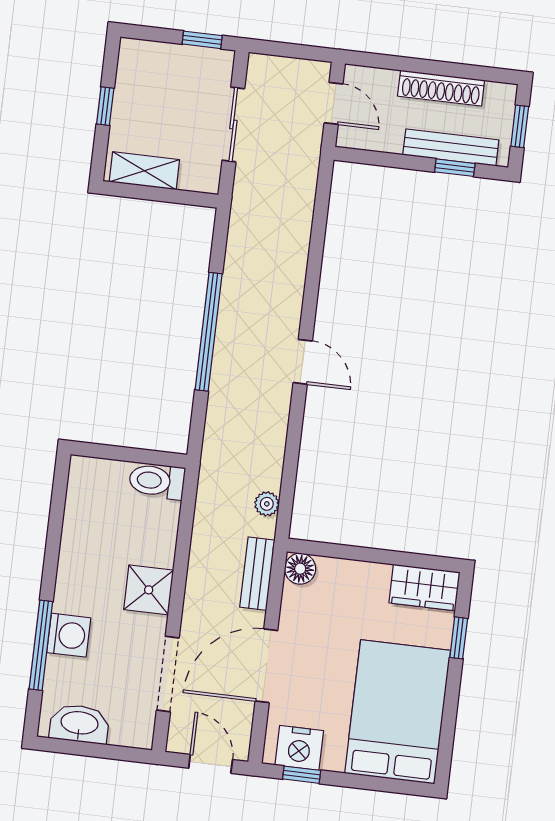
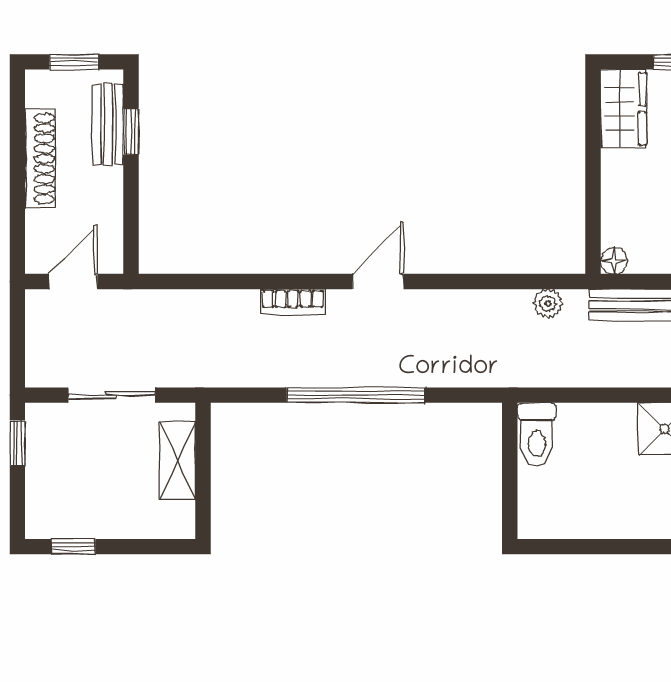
window: (105, 106) -> (73, 547), moved
bench: (451, 147) -> (108, 124), width x0.73
shelving: (144, 171) -> (178, 461), moved
bookcase: (294, 288) -> (293, 302), added
floor lamp: (300, 569) -> (614, 261), width x0.73, depth x0.73

